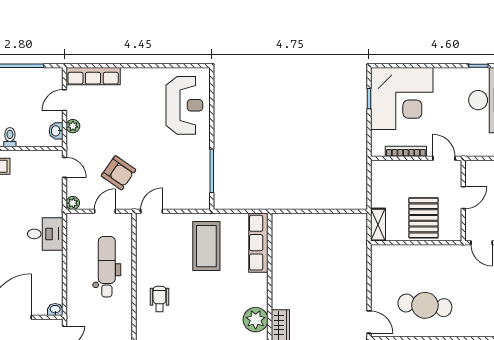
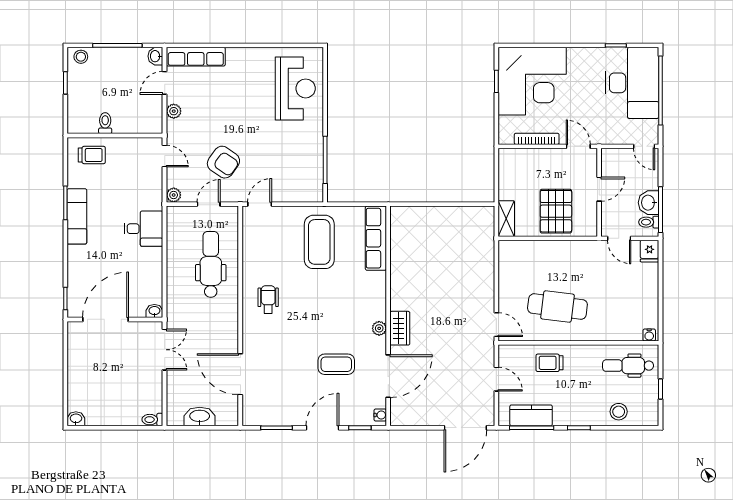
washbasin: (56, 131) -> (155, 56), moved
plant: (256, 320) -> (379, 328), width x0.53, depth x0.53

